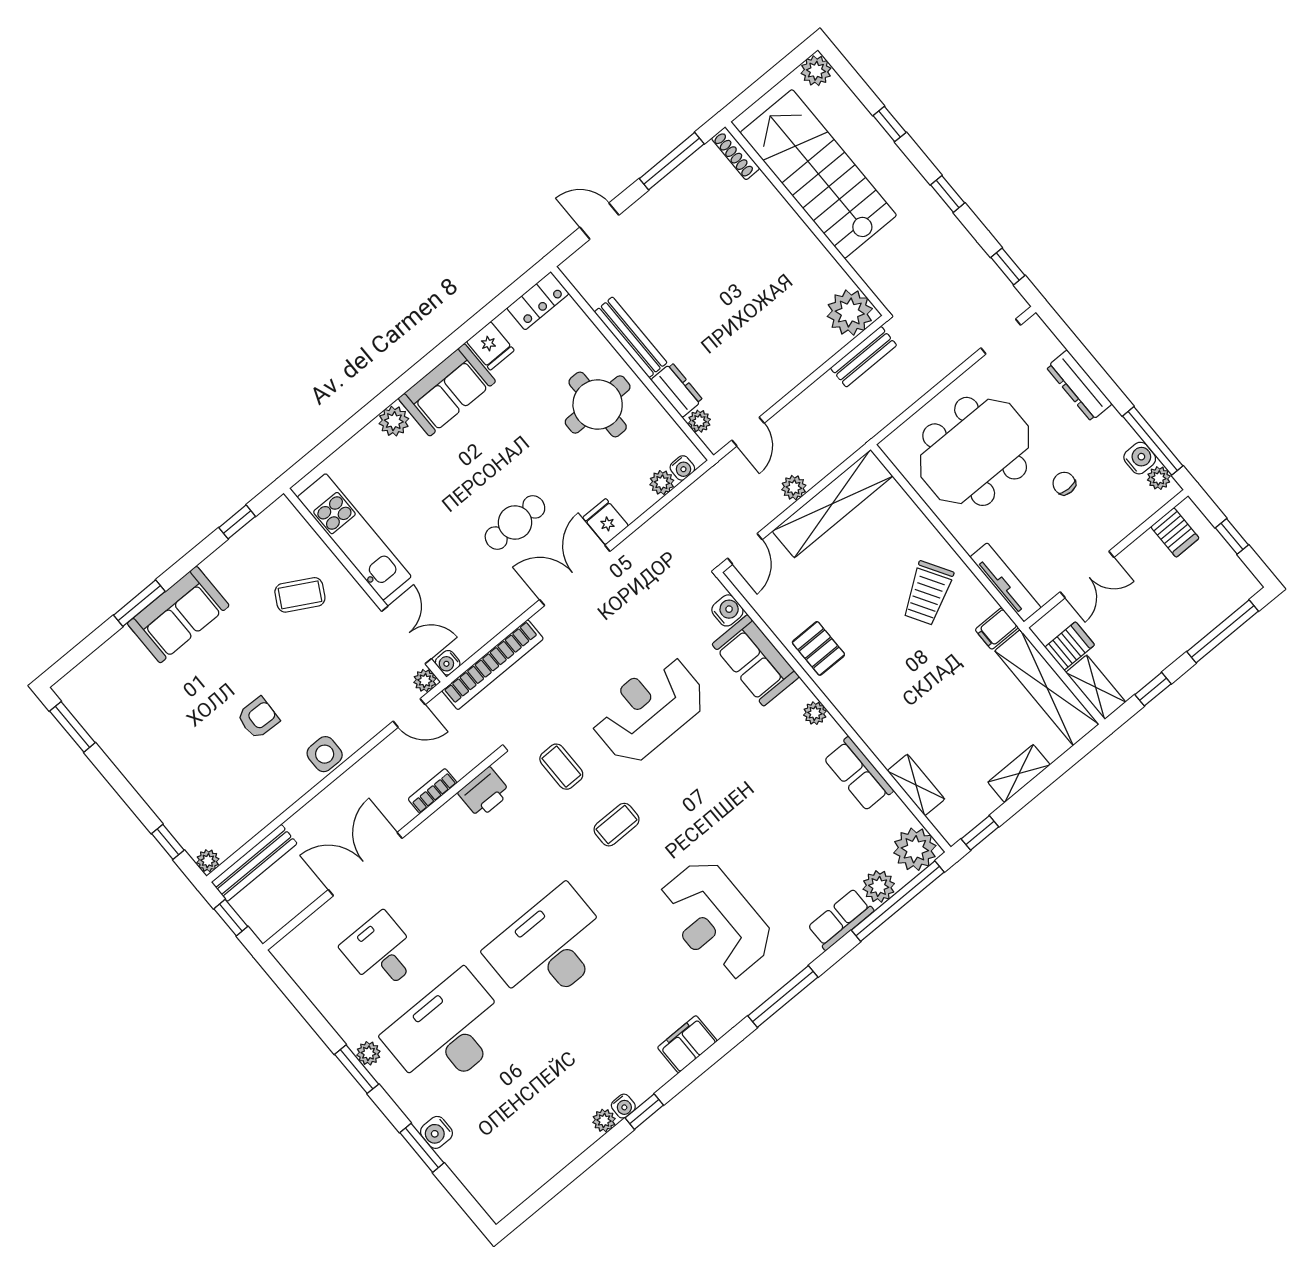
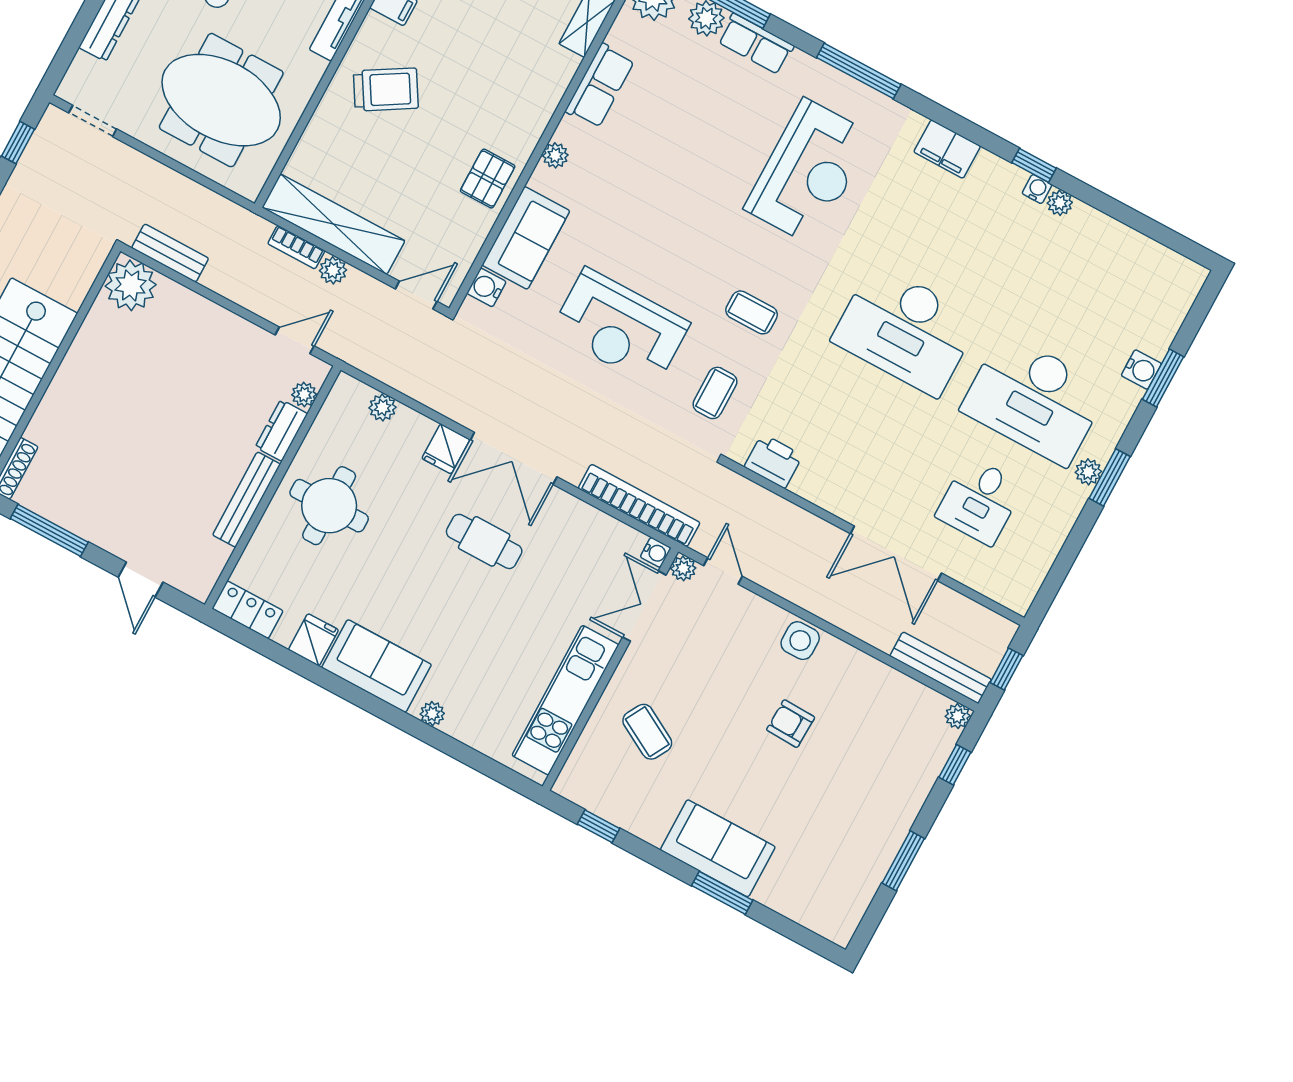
plant: (394, 421) -> (432, 714), width x0.73, depth x0.73
water cooler: (682, 468) -> (359, 393), removed
window: (72, 727) -> (903, 861), moved
bookcase: (433, 791) -> (296, 247), moved

